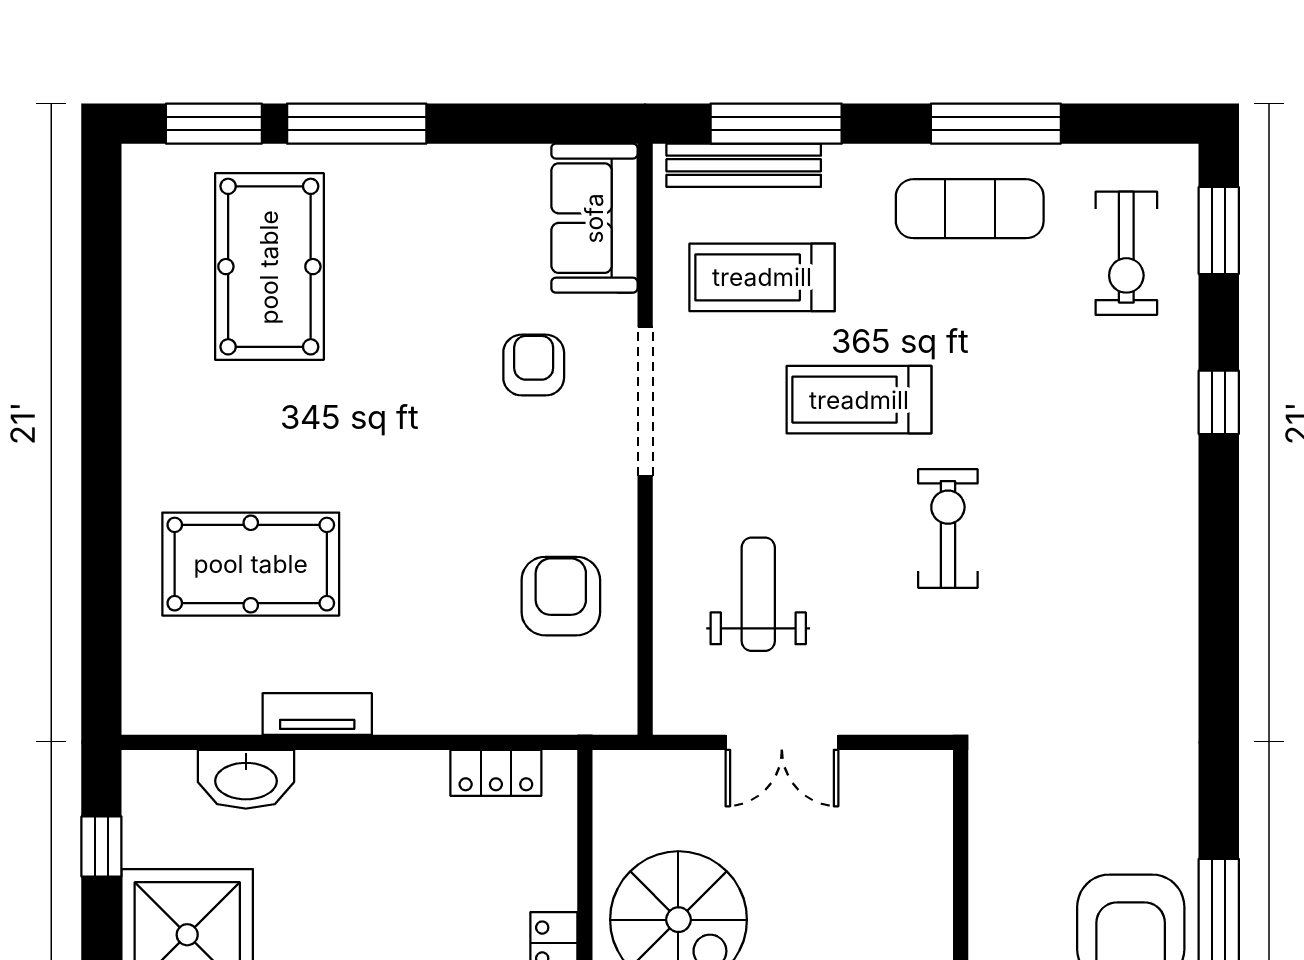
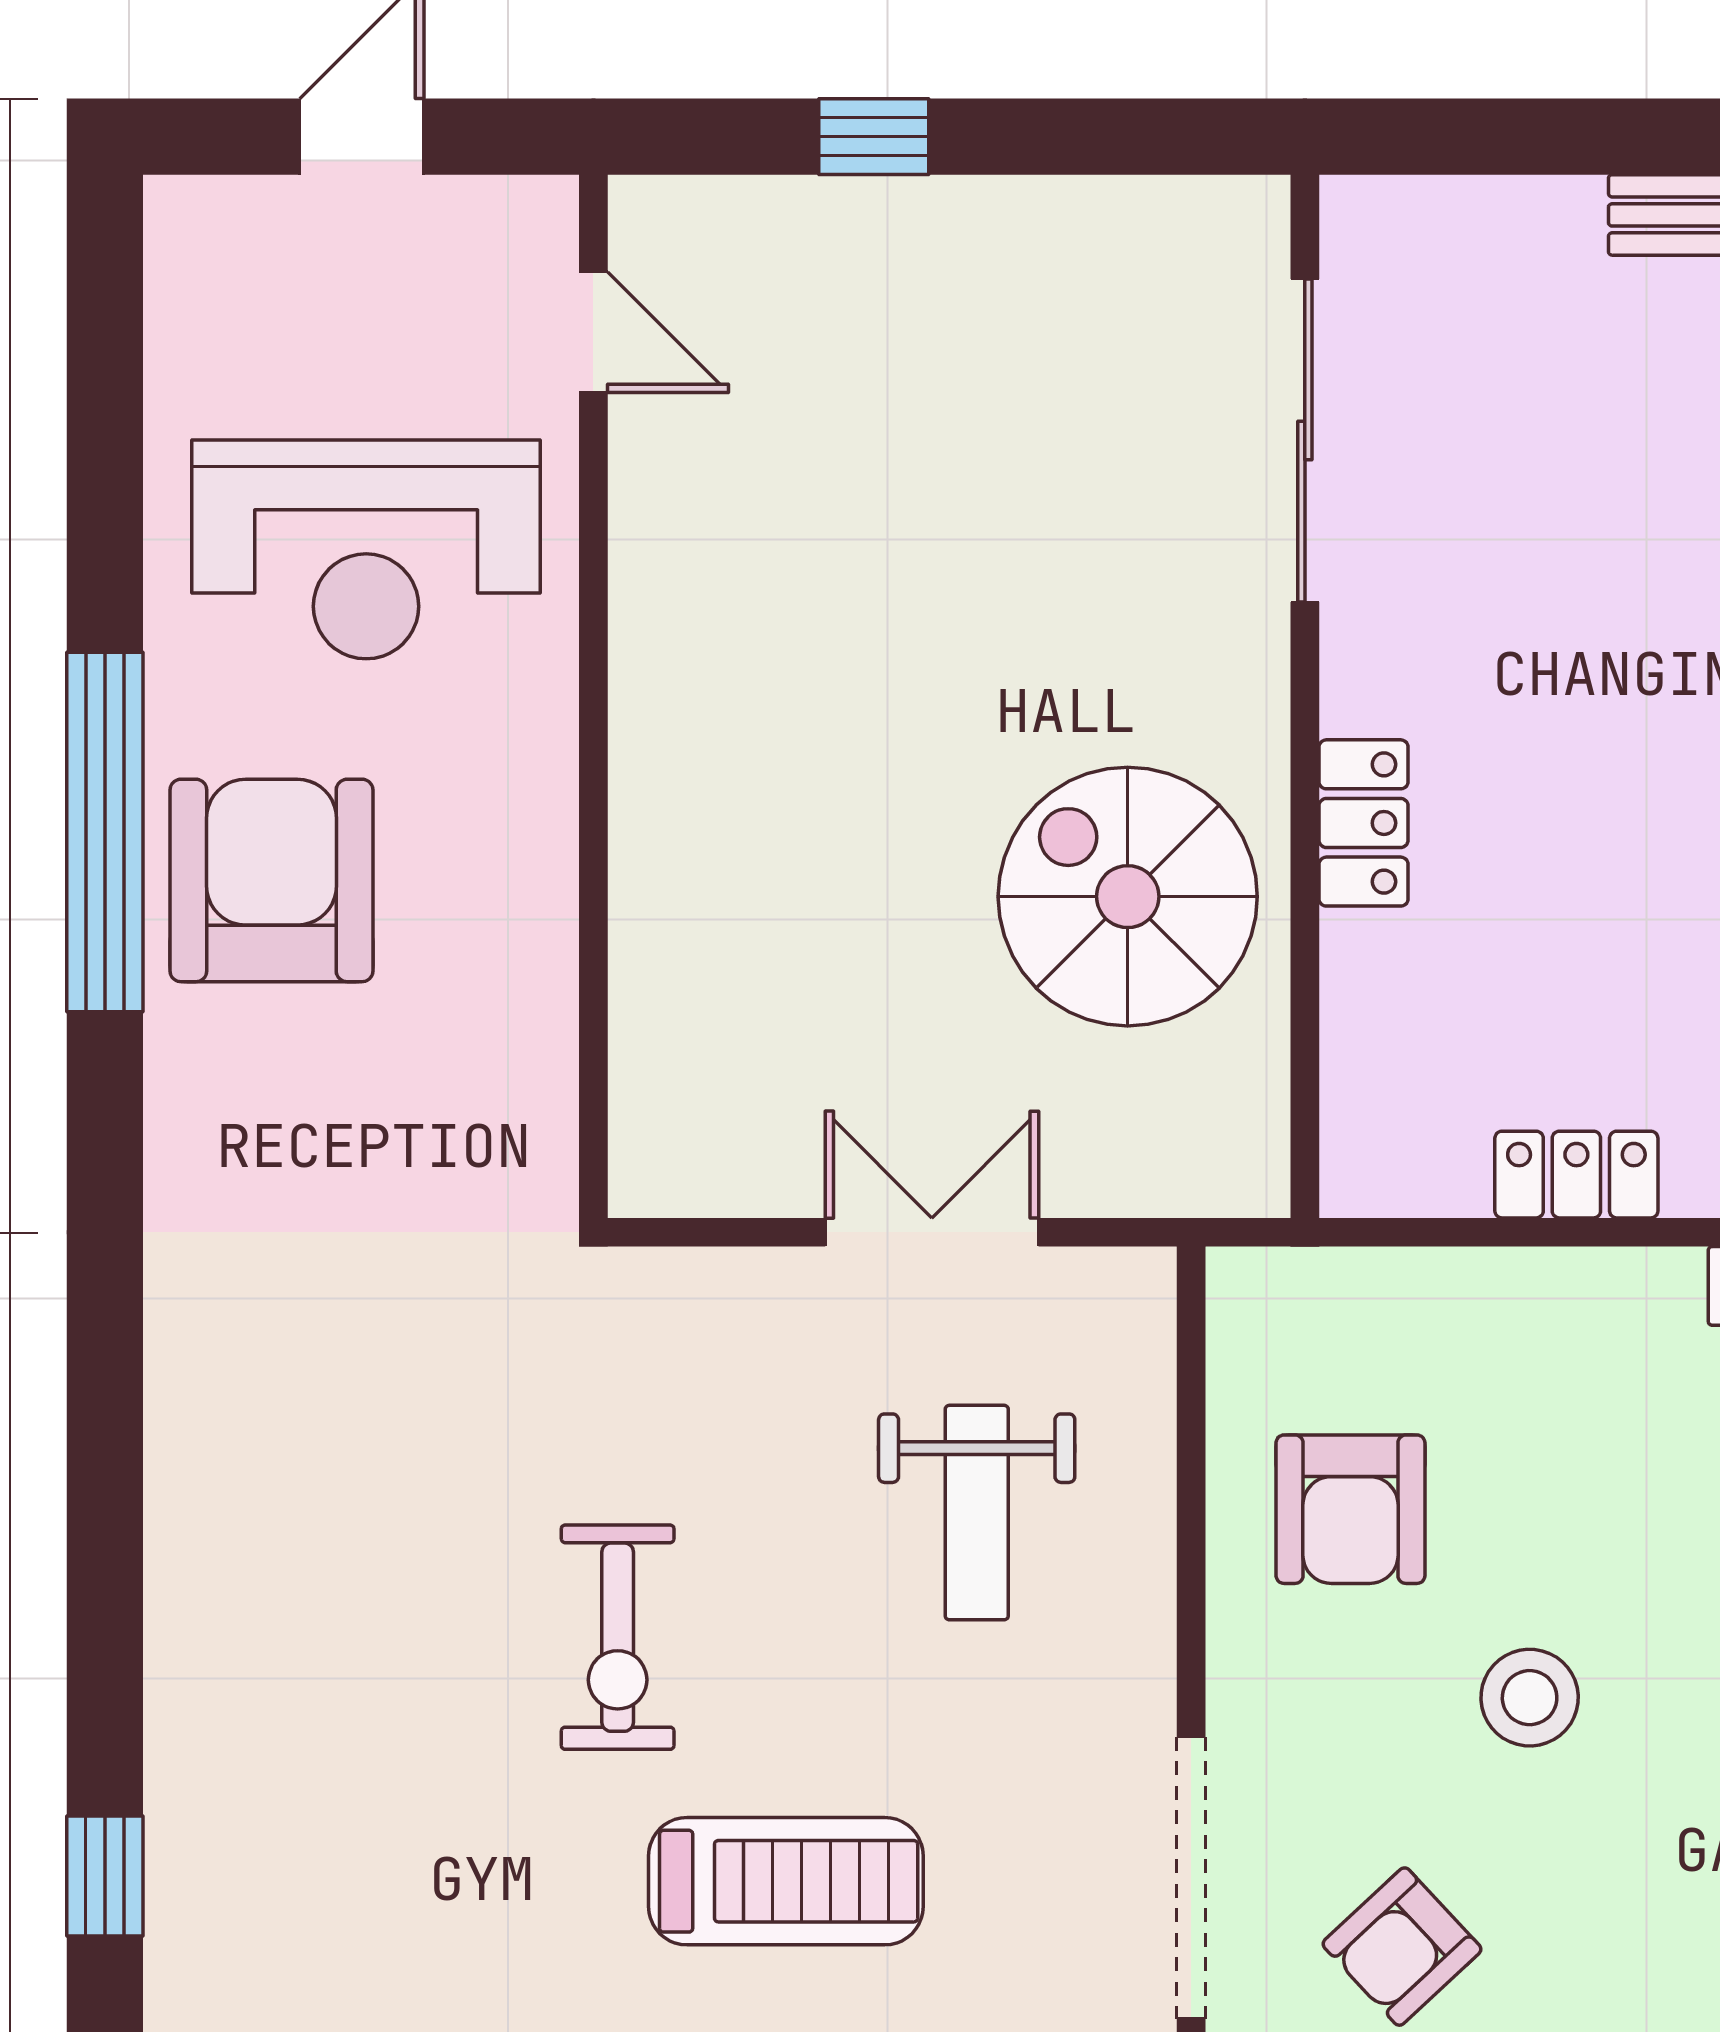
armchair: (534, 365) -> (1402, 1947), turned 47
stool: (466, 497) -> (1530, 1698), added
locker: (496, 773) -> (1576, 1175), moved

